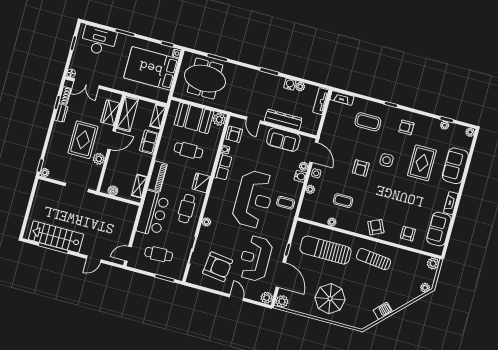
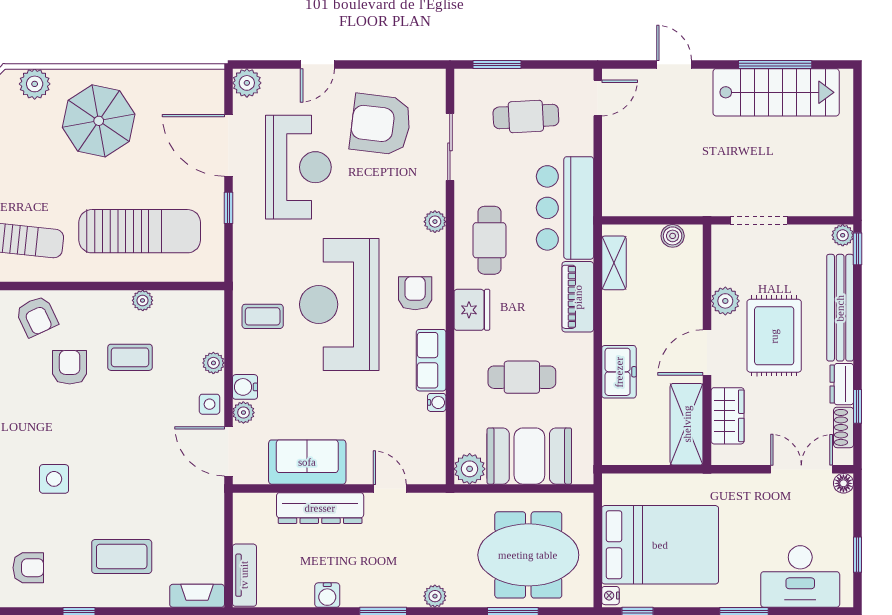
plant: (300, 87) -> (435, 596), moved
shelving: (158, 116) -> (614, 437), removed
armchair: (234, 134) -> (415, 293), moved
bench: (54, 144) -> (840, 308), added
armchair: (361, 168) -> (70, 367), moved
door: (94, 259) -> (674, 64), hinge flipped
door: (236, 298) -> (317, 64), hinge flipped
plant: (282, 301) -> (35, 84), moved

